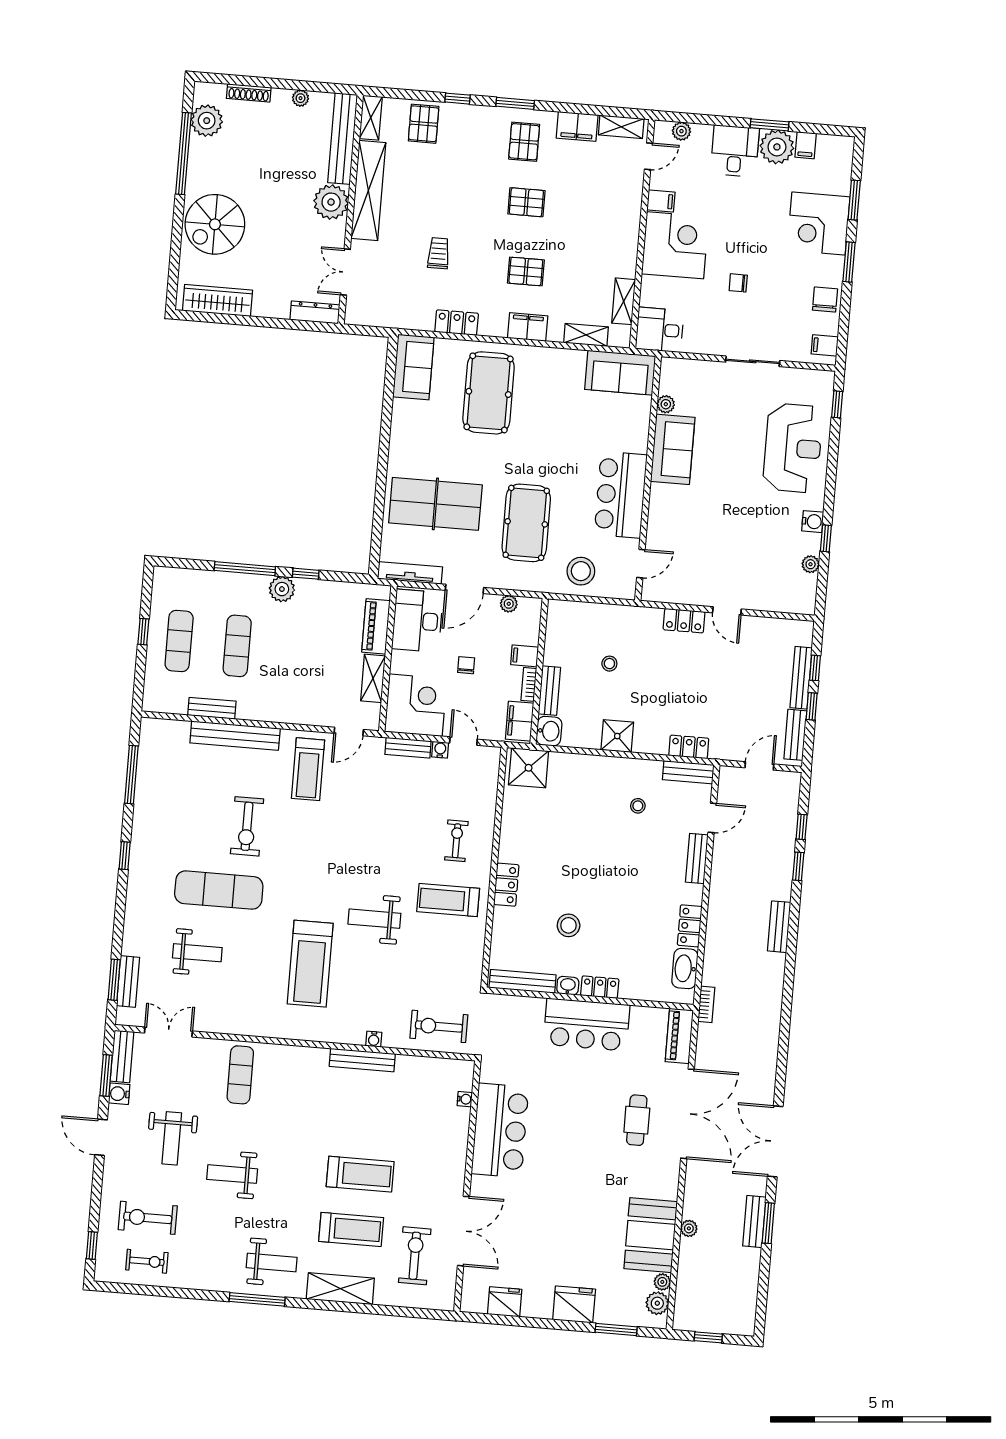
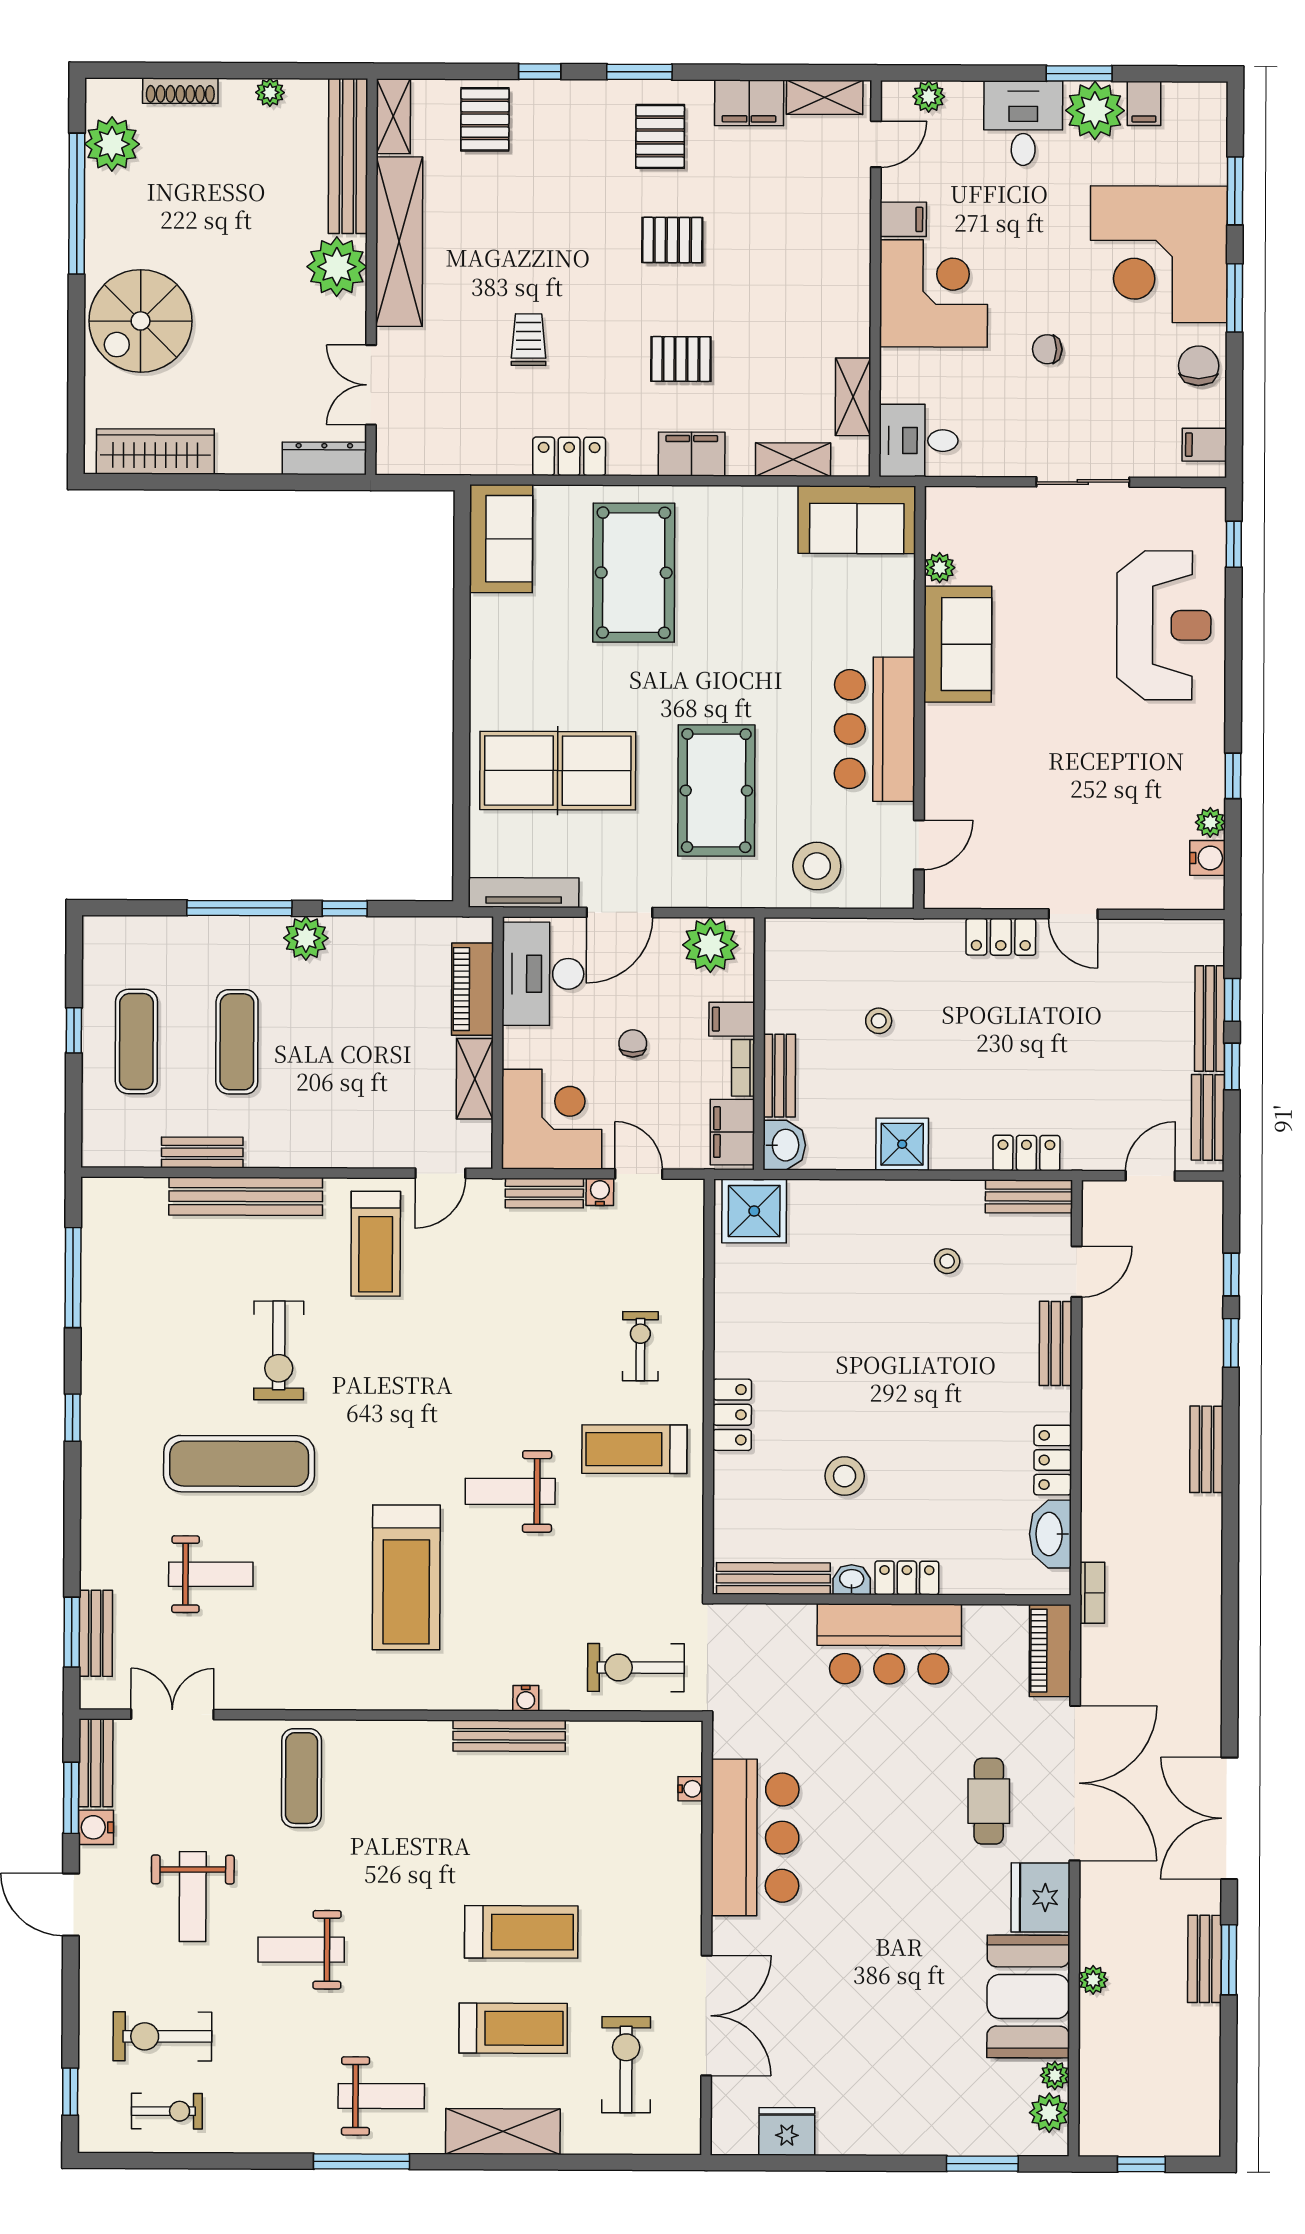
corner desk: (819, 224) -> (1159, 254), width x1.36, depth x1.36
water cooler: (813, 522) -> (1208, 858), moved
plant: (509, 604) -> (710, 945), width x1.87, depth x1.87
fridge: (574, 1305) -> (1041, 1897), moved, turned -90

